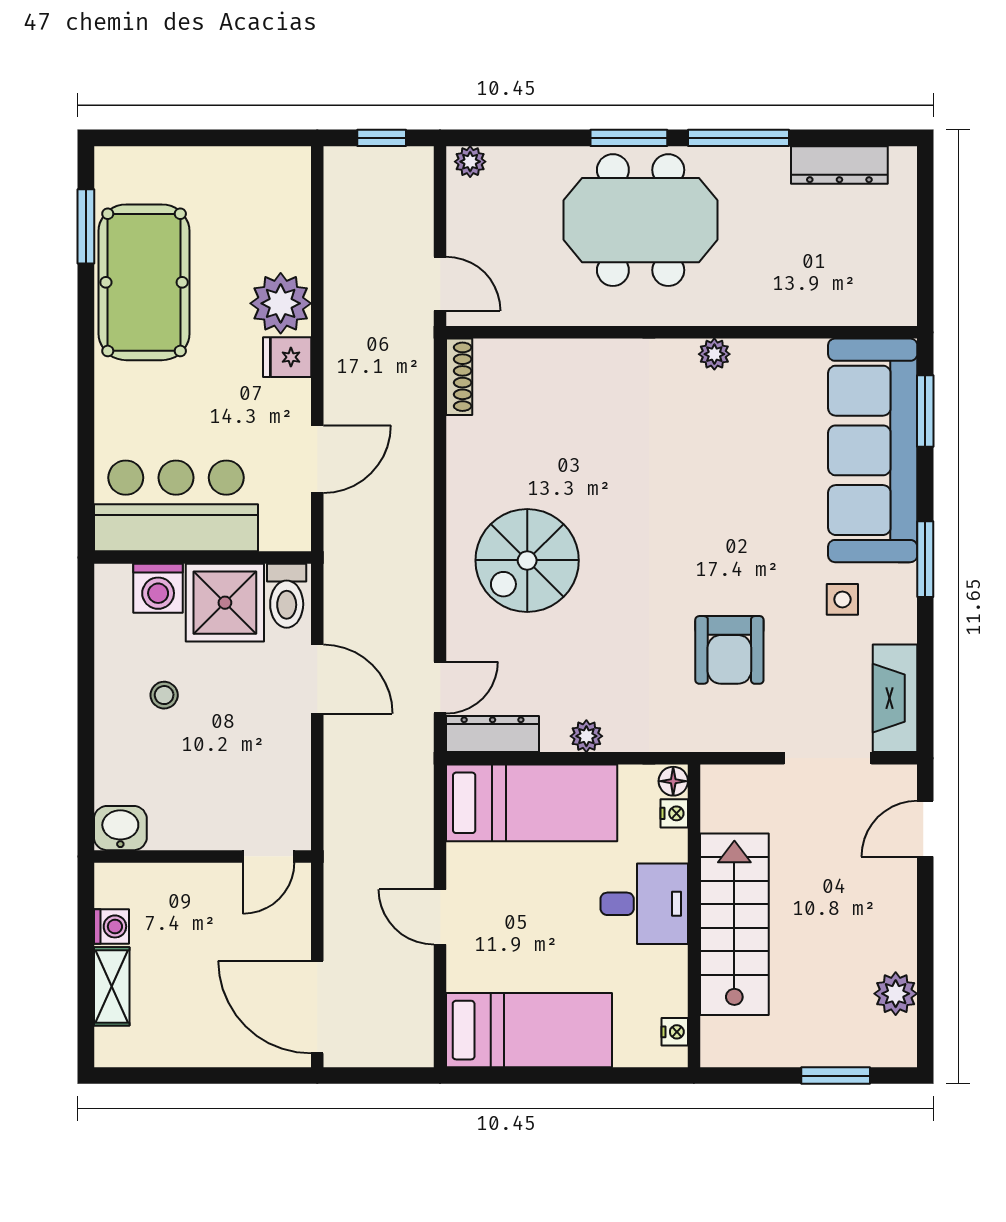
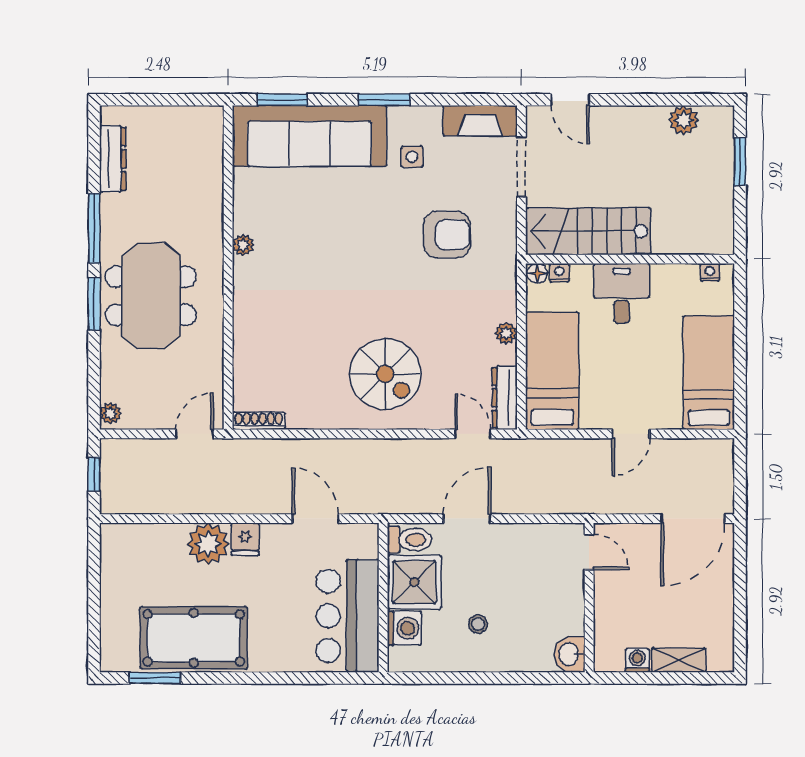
stairs: (734, 924) -> (588, 231), moved

